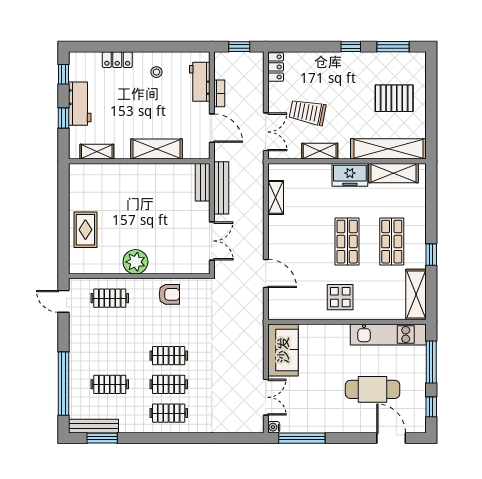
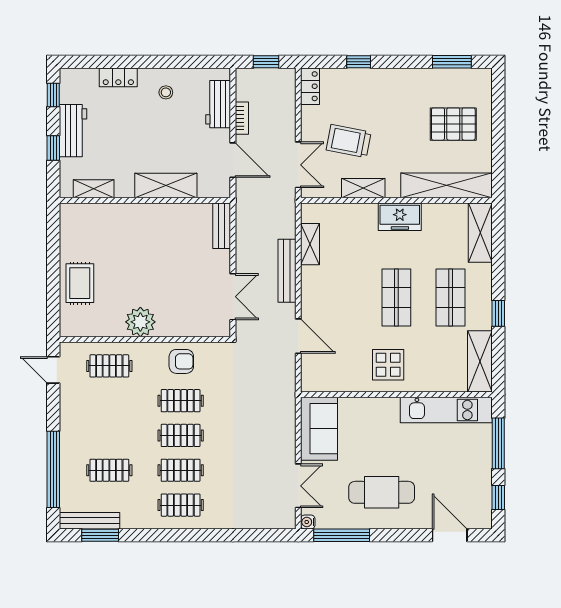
window: (351, 47) -> (359, 62), moved
shelving: (394, 173) -> (480, 233), moved, turned 90
bench: (221, 188) -> (287, 271), moved
clothes rail: (169, 327) -> (181, 401), added
cafe table: (373, 389) -> (382, 492), moved

